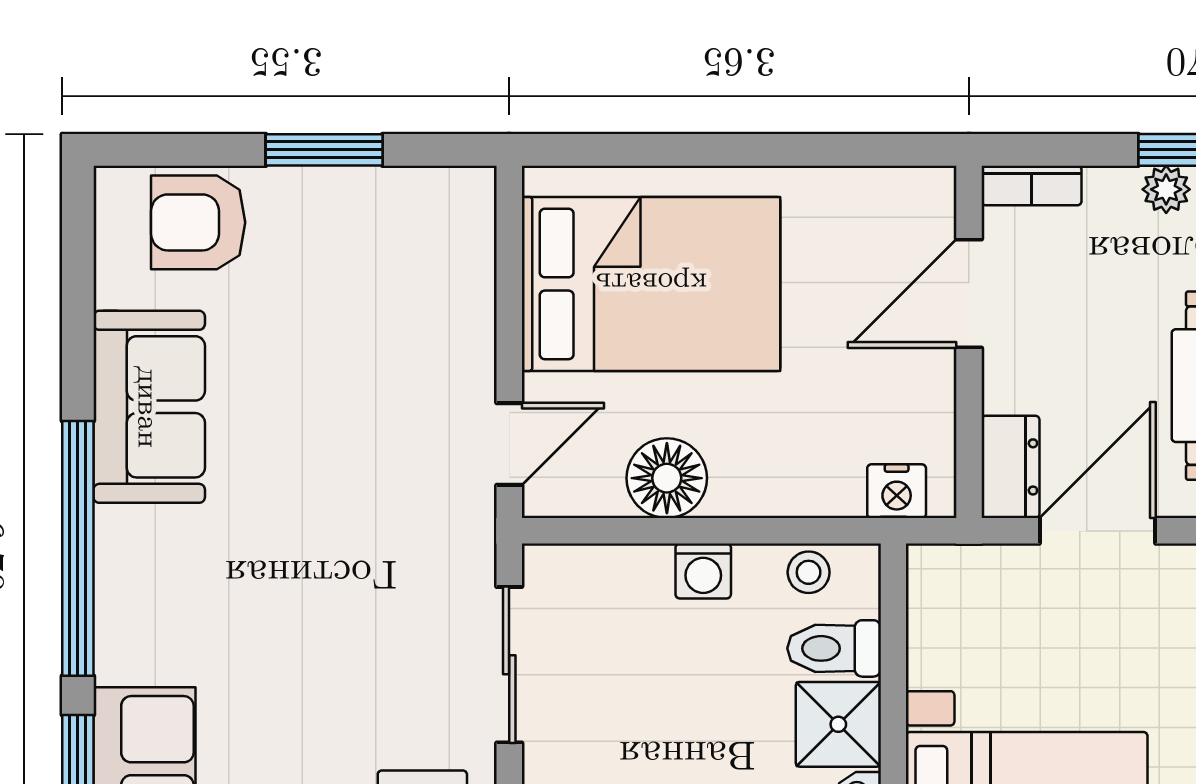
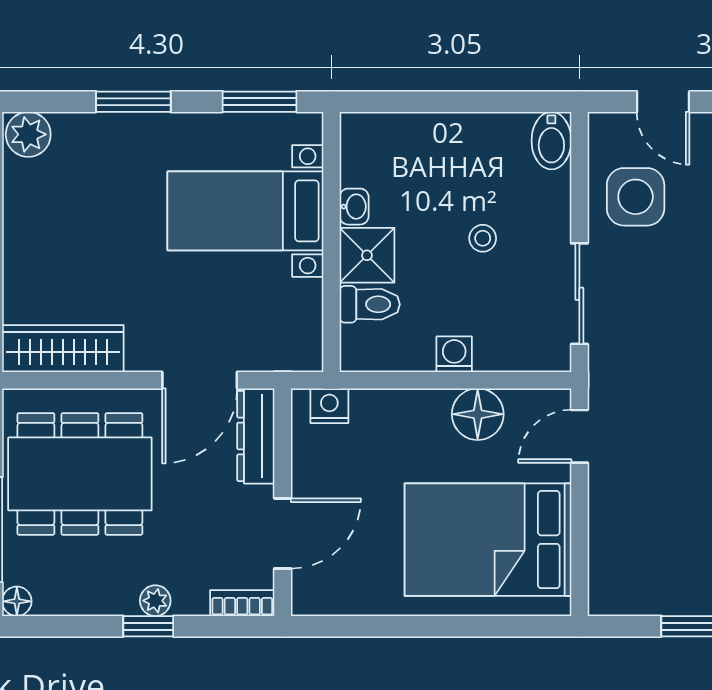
dresser: (1010, 467) -> (256, 436), width x1.44
stool: (809, 572) -> (483, 238), moved

